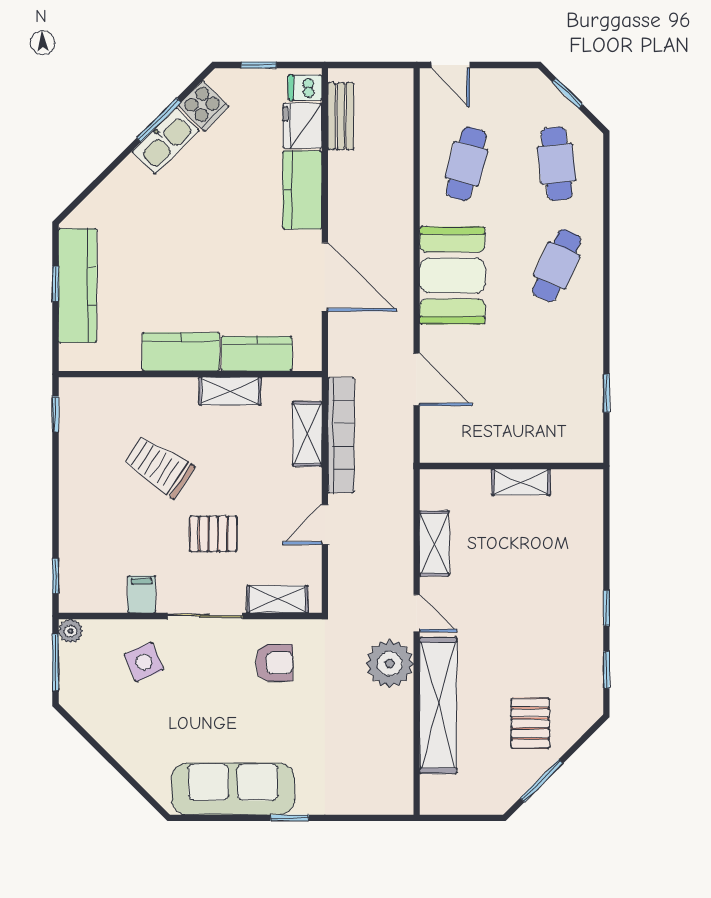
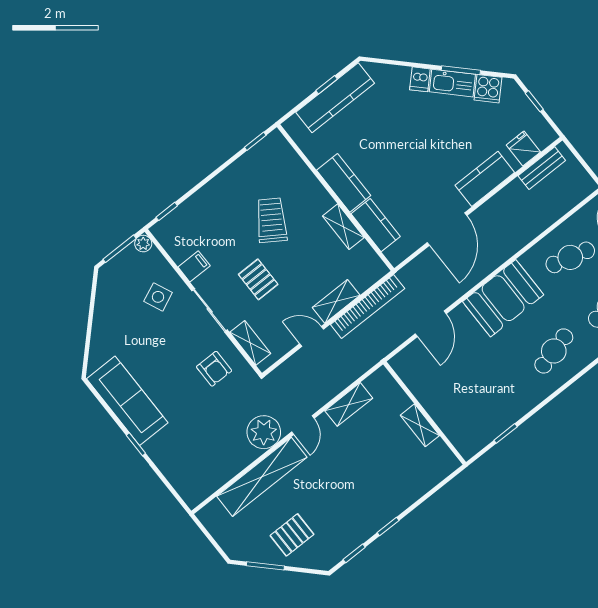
dishwasher: (305, 88) -> (420, 79), moved, turned -135
fridge: (302, 126) -> (523, 149), width x0.72
cafe table: (557, 266) -> (554, 351), turned -39
shelving: (307, 434) -> (336, 301), moved

